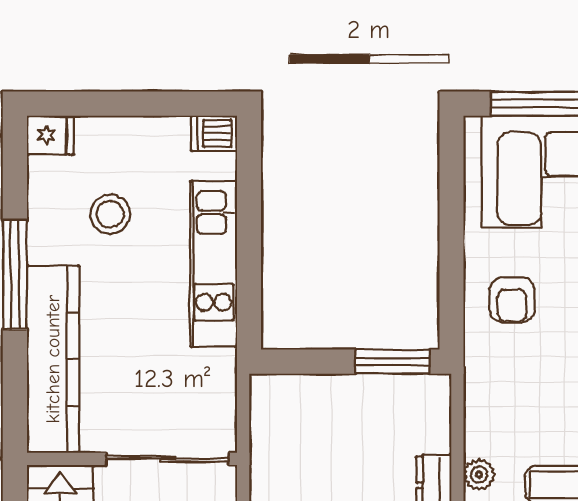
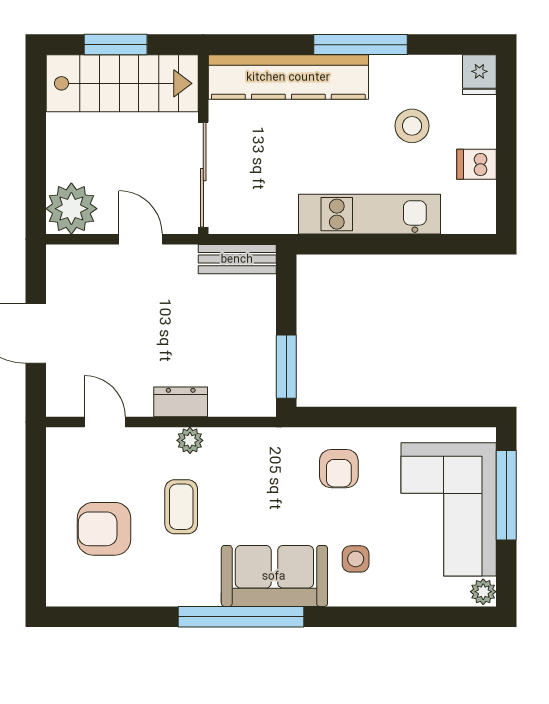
dishwasher: (214, 133) -> (477, 164), moved, turned -90
armchair: (512, 300) -> (339, 469), turned -90
bench: (266, 419) -> (237, 259), added

